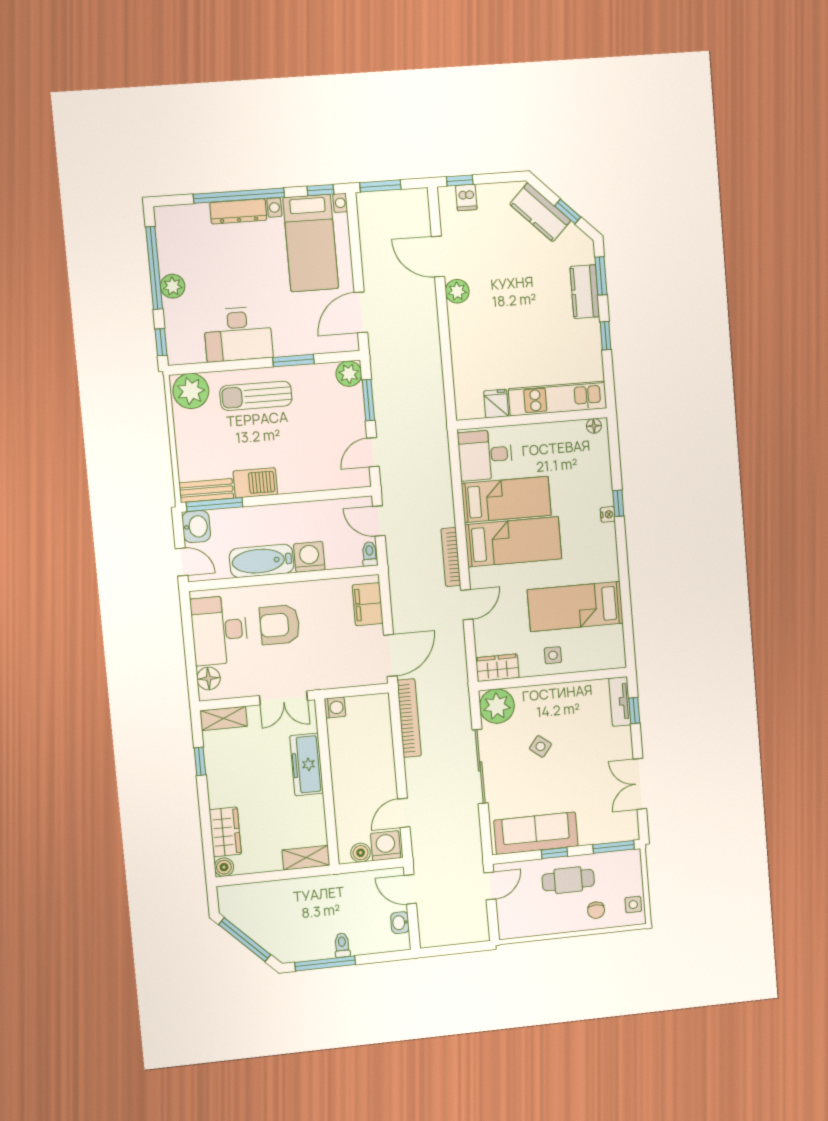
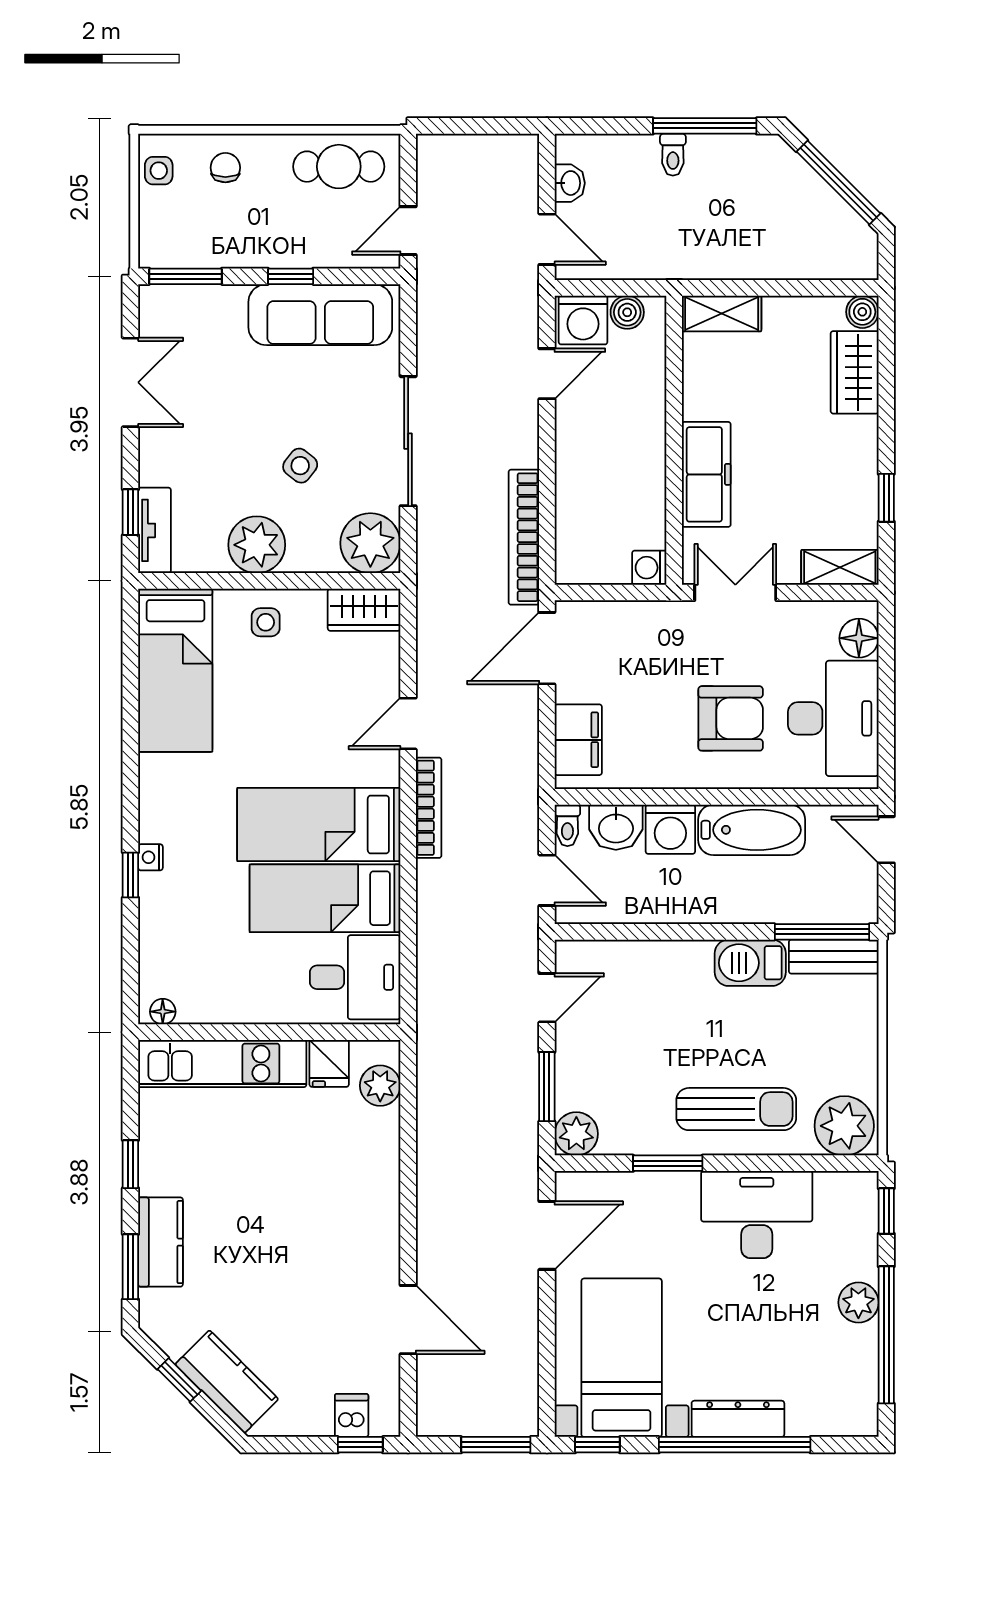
plant: (457, 291) -> (380, 1086), moved
washbasin: (196, 527) -> (616, 827), moved, turned -90
bed: (575, 606) -> (176, 670), moved, turned 90
plant: (561, 699) -> (257, 545), added
cafe table: (568, 880) -> (339, 167), moved

